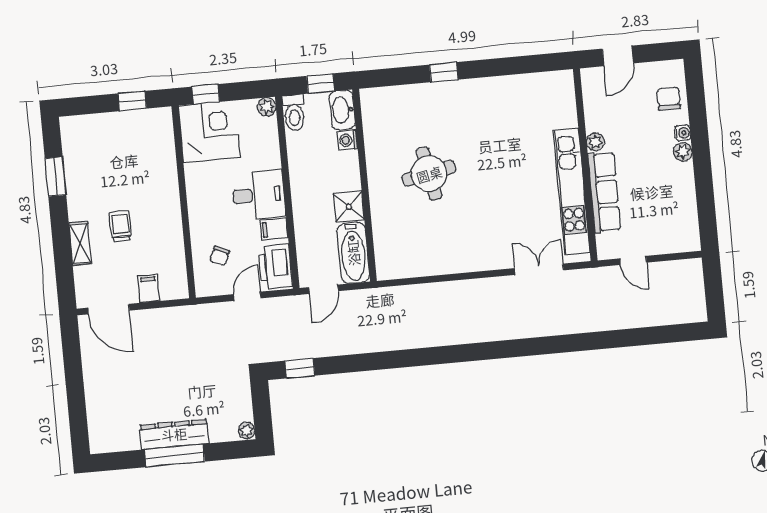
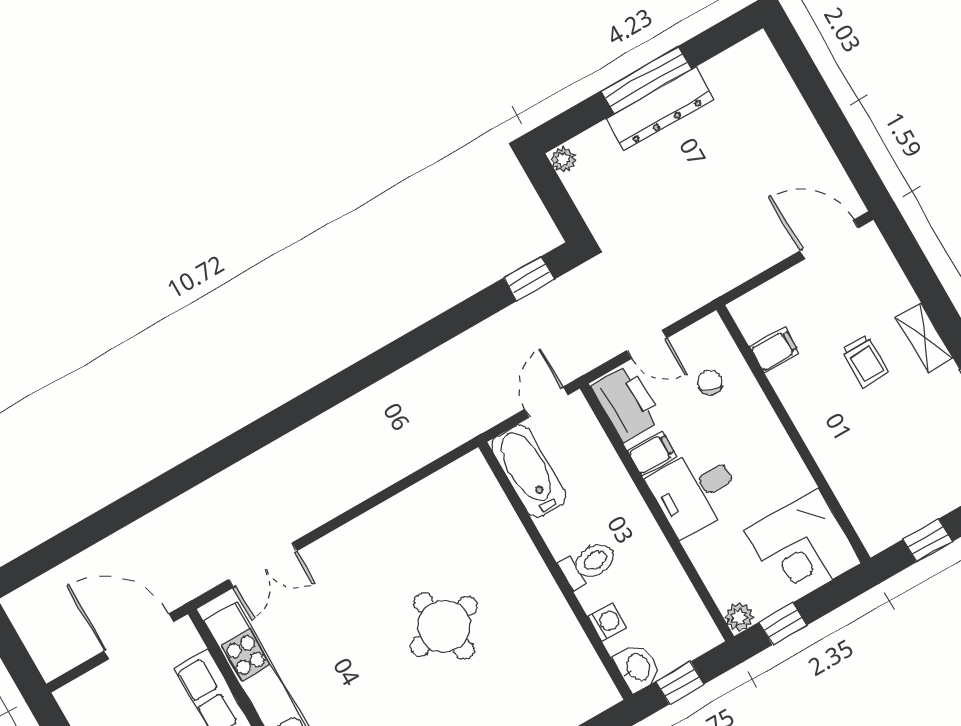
window: (206, 94) -> (783, 624), moved
washbasin: (342, 110) -> (637, 667), width x0.72
toilet: (294, 113) -> (588, 564), moved, turned 90
round table: (429, 174) -> (444, 626), moved
shower: (349, 207) -> (564, 532), removed
shelving: (80, 244) -> (925, 338), moved
door: (633, 260) -> (139, 636), width x1.88
filing cabinet: (149, 289) -> (775, 350), moved, turned -90
door: (247, 296) -> (647, 344), hinge flipped

